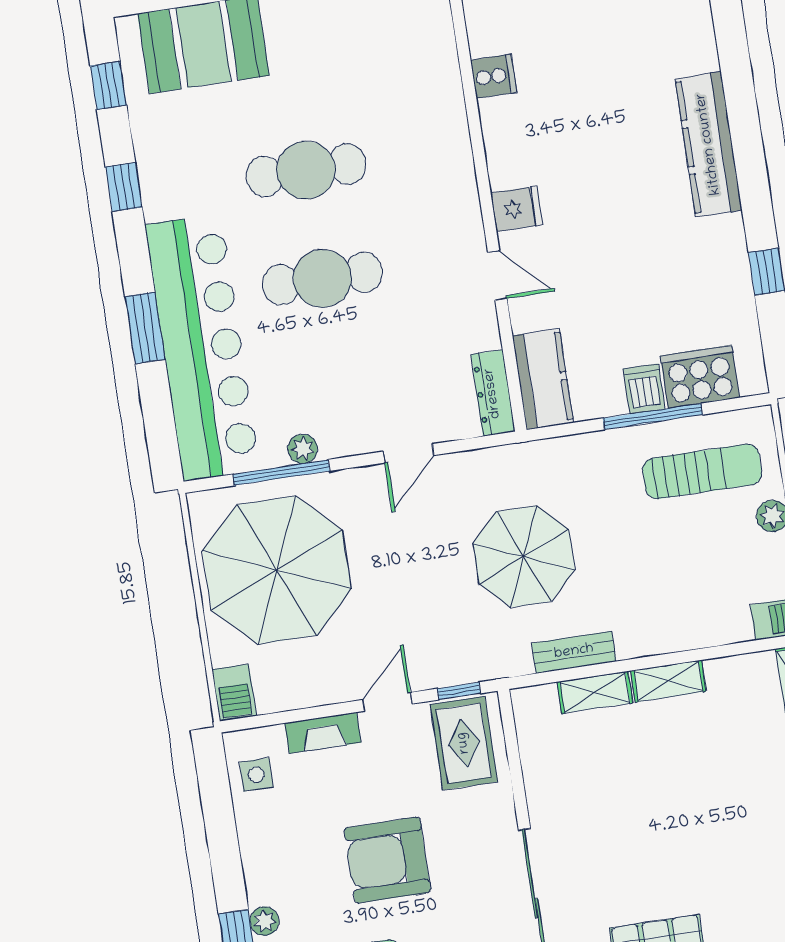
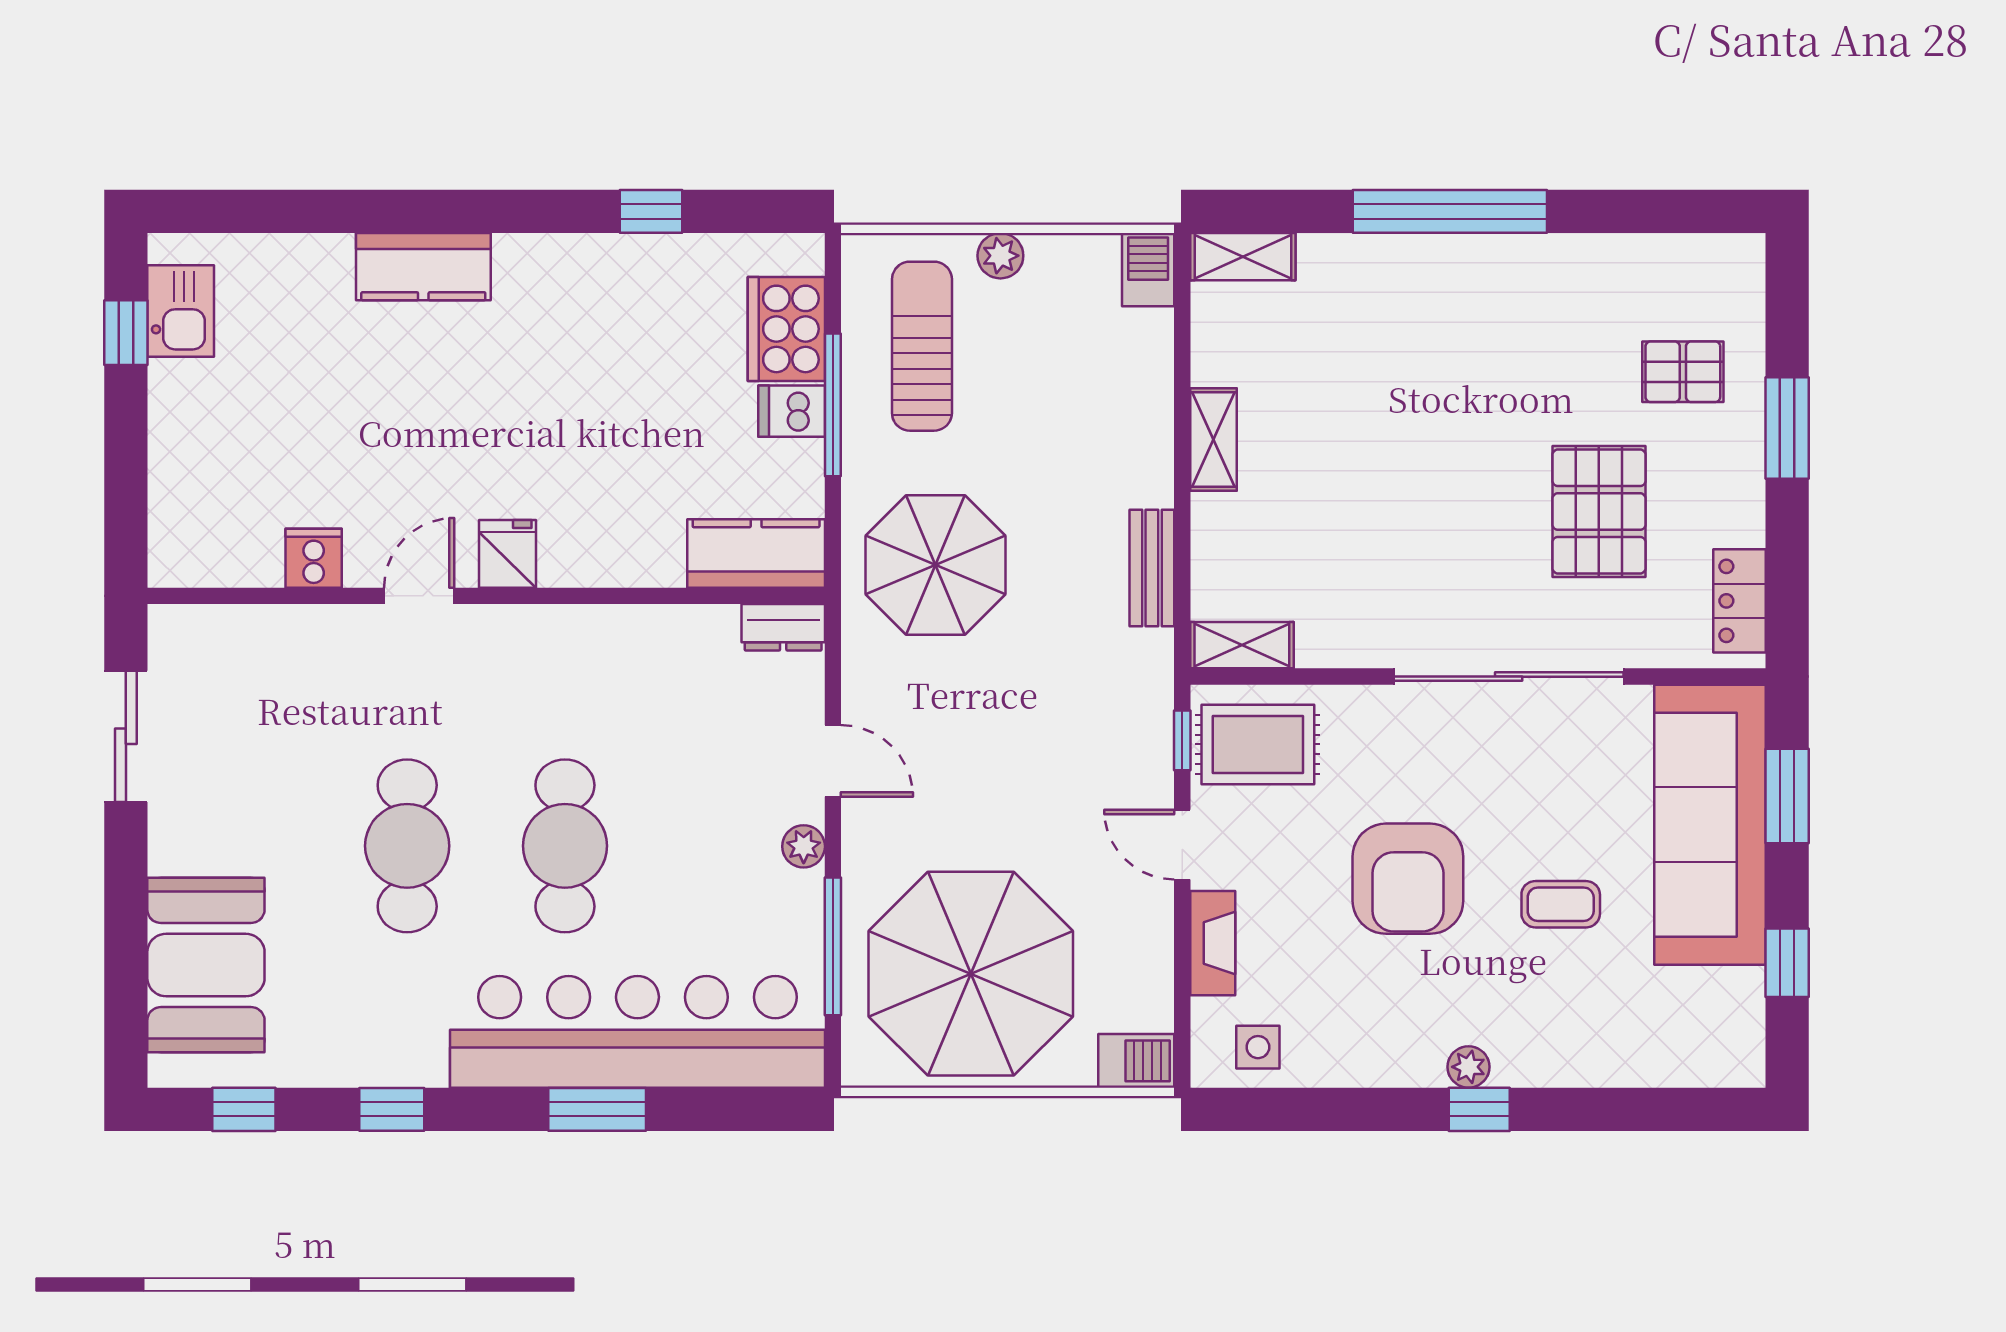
kitchen counter: (709, 144) -> (423, 267), width x0.67
door: (497, 275) -> (419, 596), moved
dresser: (493, 393) -> (783, 627), width x0.70
plant: (303, 449) -> (804, 846), moved
parasol: (524, 557) -> (935, 565), moved
shelving: (595, 692) -> (1242, 645), moved, turned 90

